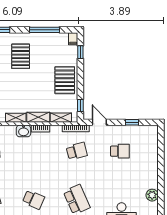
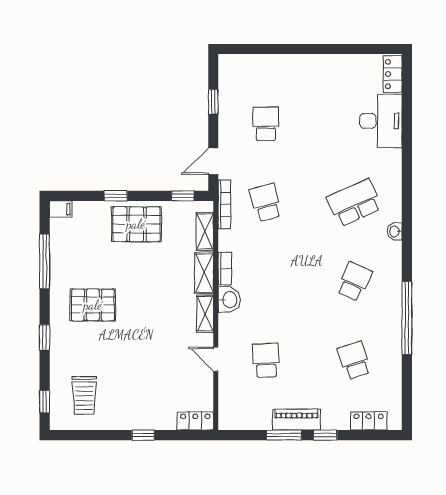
window: (80, 52) -> (116, 196), moved
plant: (152, 195) -> (346, 65), removed

